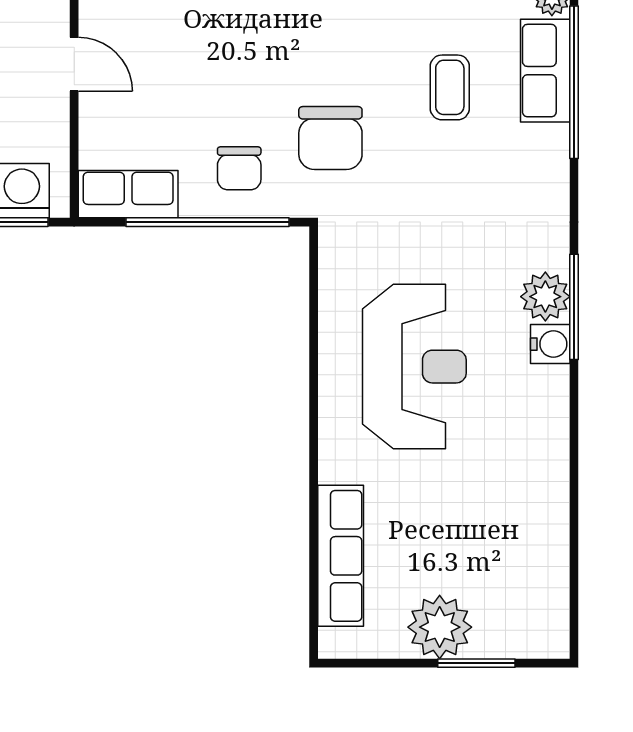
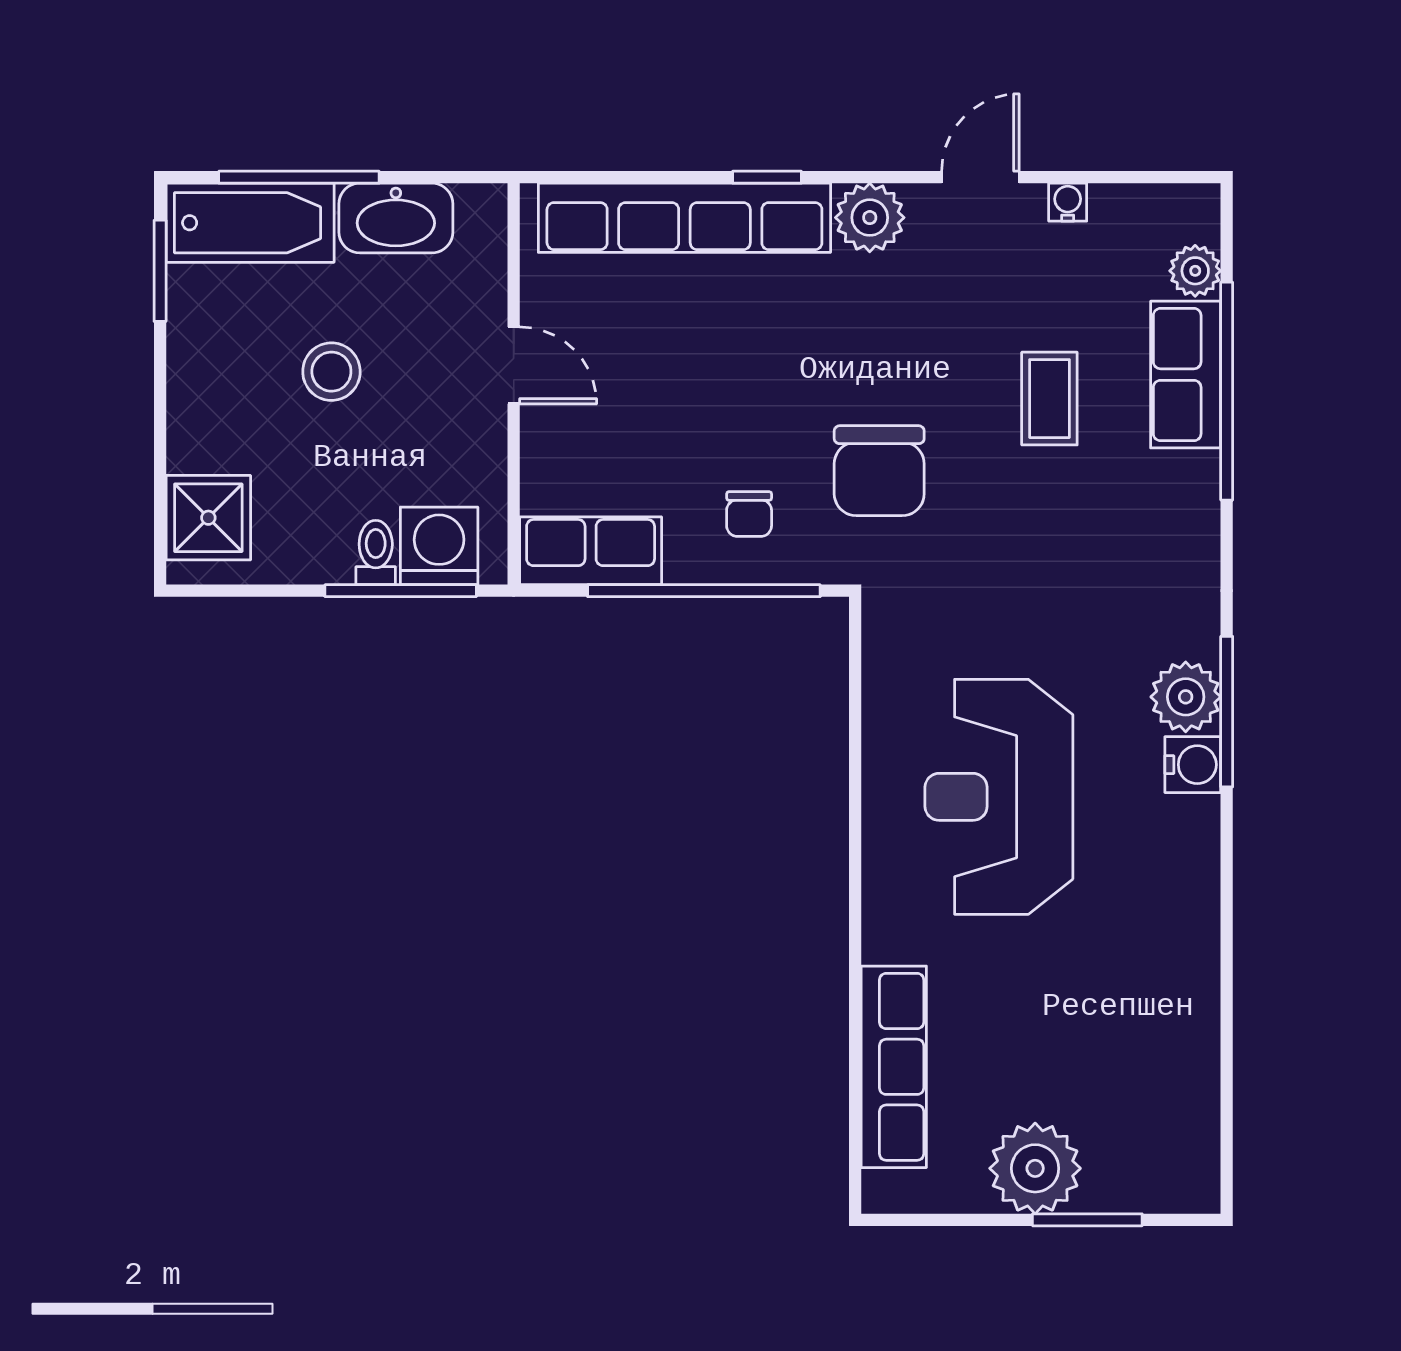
chair: (239, 168) -> (749, 514), width x0.73, depth x0.73
reception desk: (414, 367) -> (999, 797), turned 180

